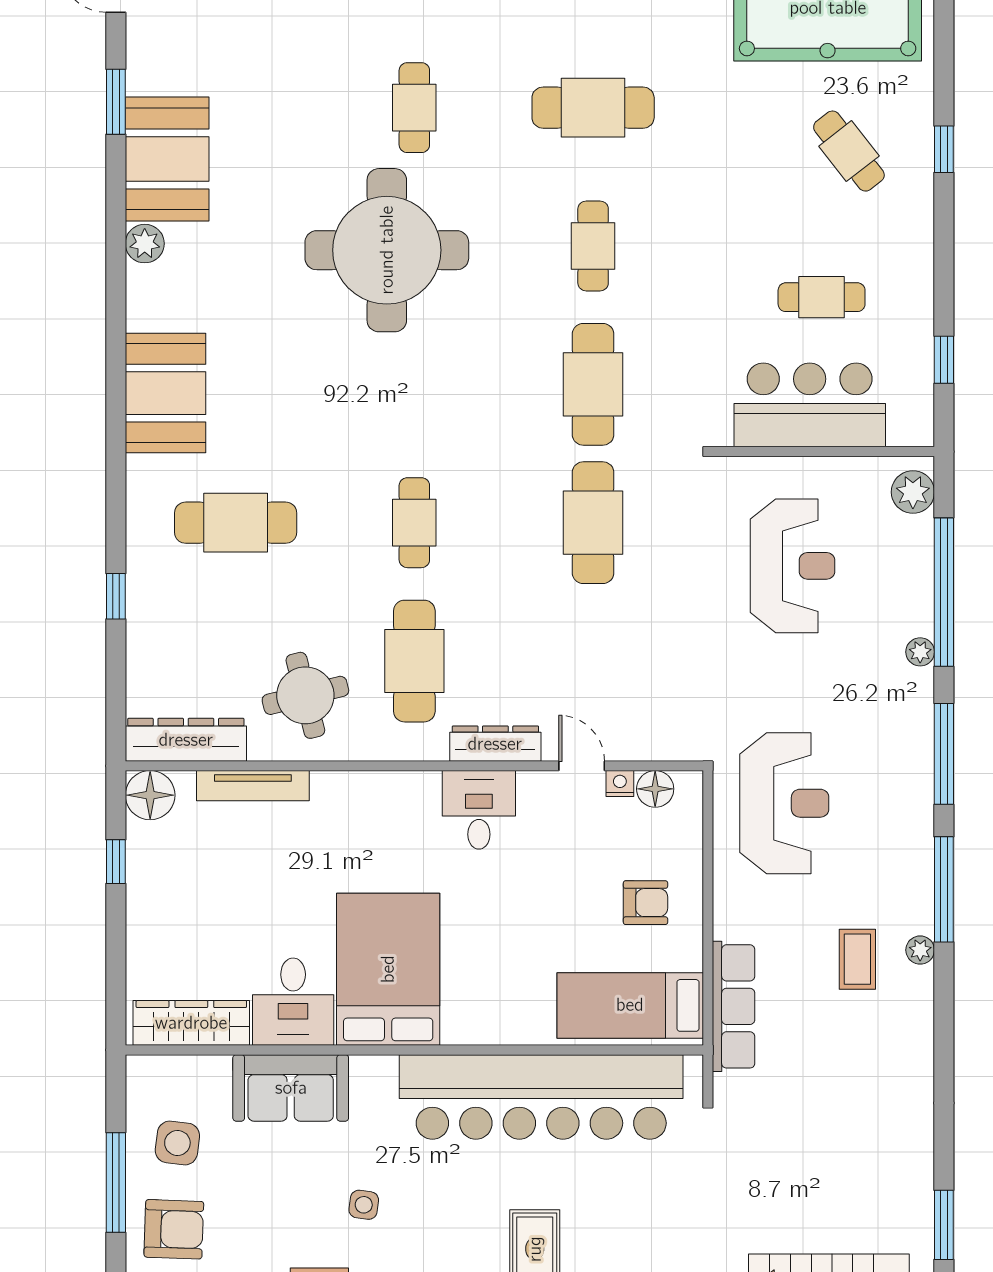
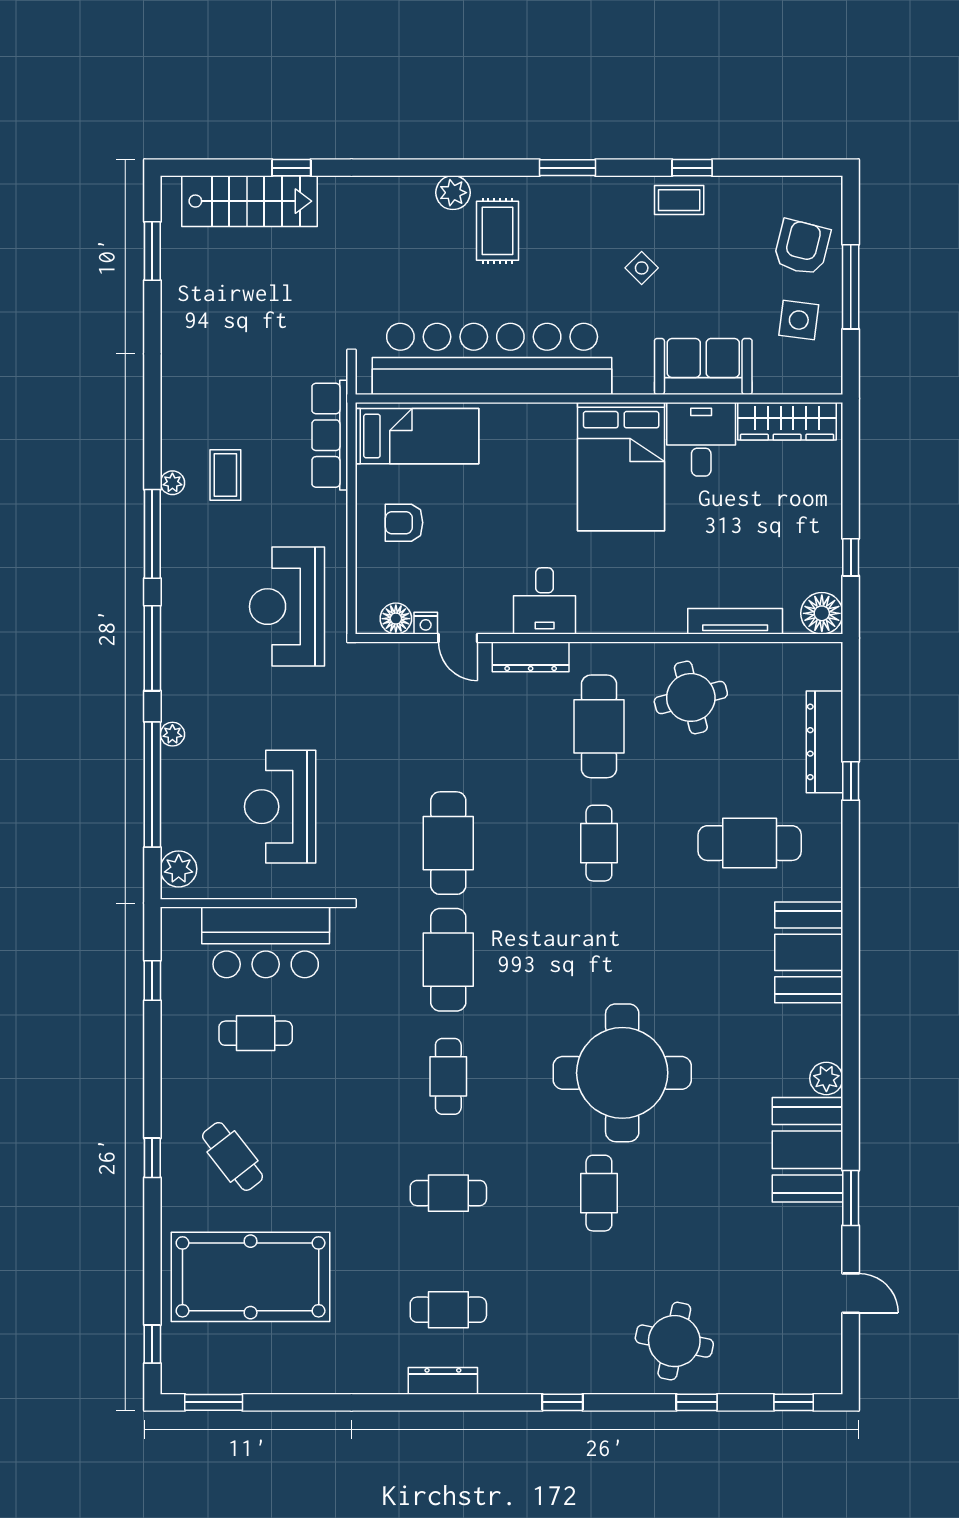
cafe table: (593, 108) -> (448, 1193), width x0.73, depth x0.74
dresser: (186, 740) -> (824, 742), moved, turned 90
side table: (364, 1205) -> (642, 268), turned 37
armchair: (174, 1229) -> (802, 247), turned 102

